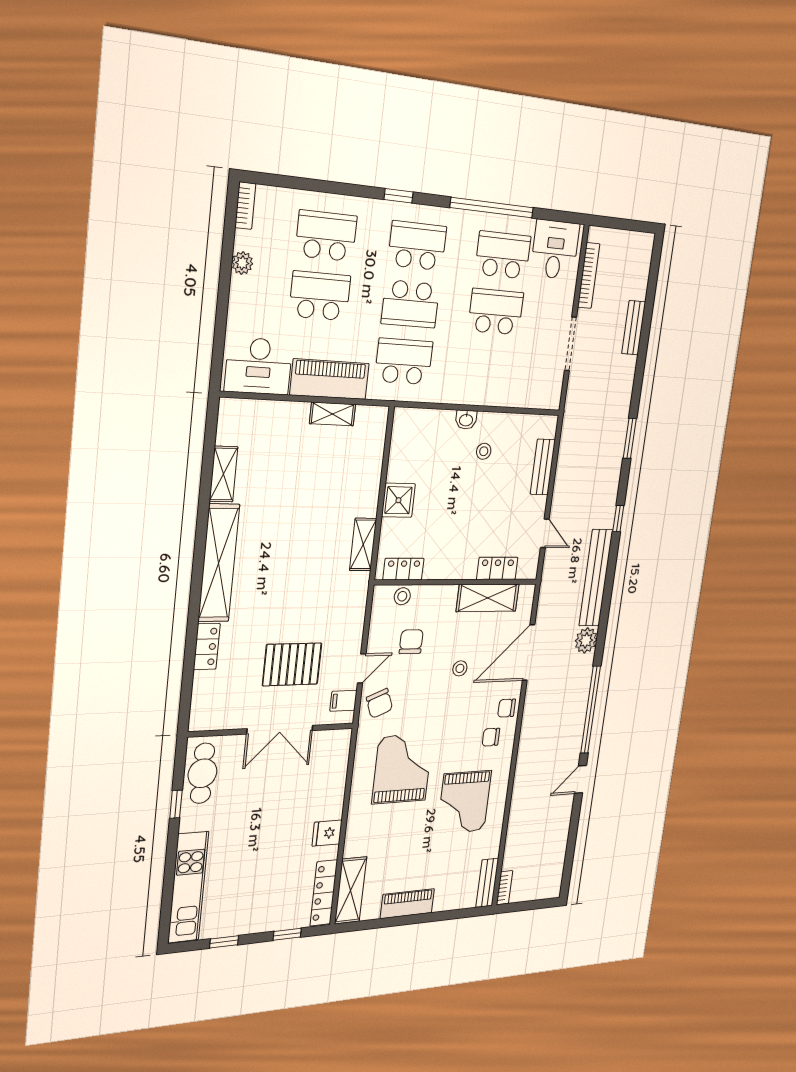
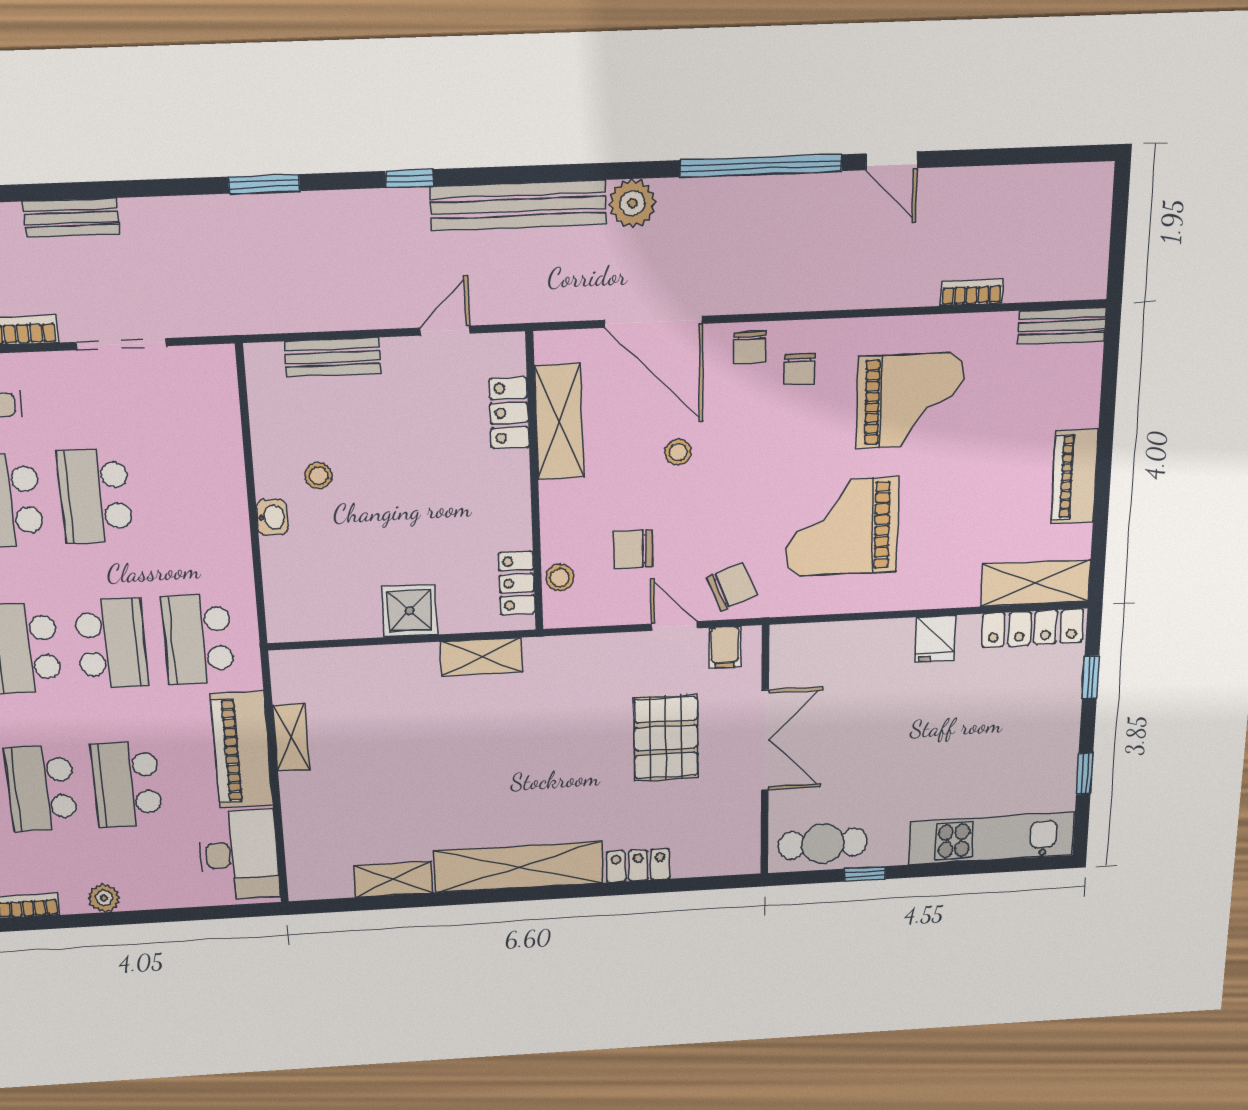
bookcase: (504, 888) -> (972, 292), moved

